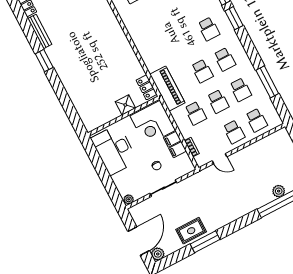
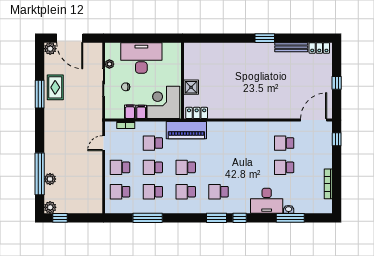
desk: (114, 150) -> (141, 58), moved
plant: (129, 199) -> (109, 64), moved

